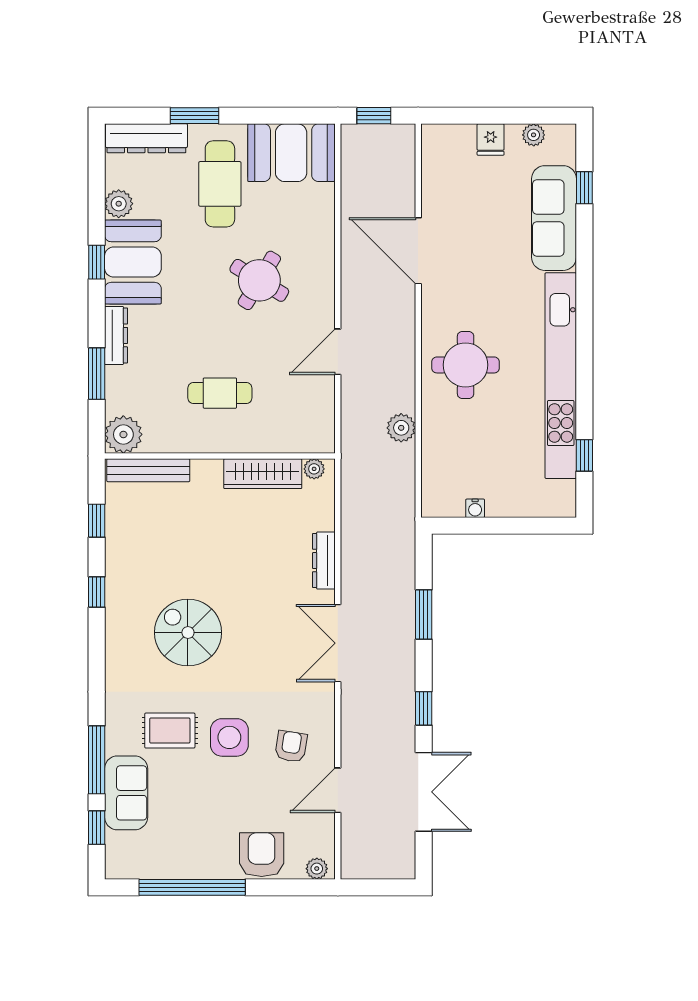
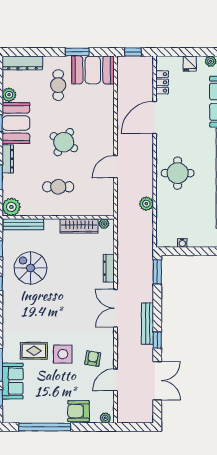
window: (194, 116) -> (77, 52), moved
locker: (434, 178) -> (162, 82), added
cafe table: (220, 184) -> (58, 85), width x0.73, depth x0.74
door: (418, 251) -> (155, 118), hinge flipped
round table: (259, 280) -> (64, 142), moved
window: (424, 614) -> (157, 272), moved
spiral stairs: (188, 633) -> (31, 268), moved
bench: (403, 675) -> (147, 324), added
armchair: (262, 855) -> (78, 411), turned -90

